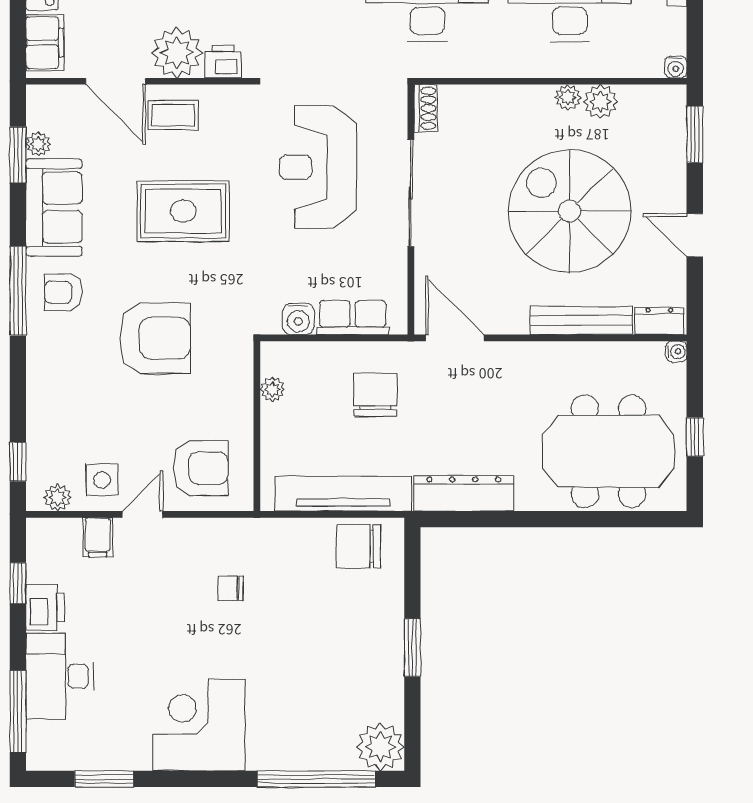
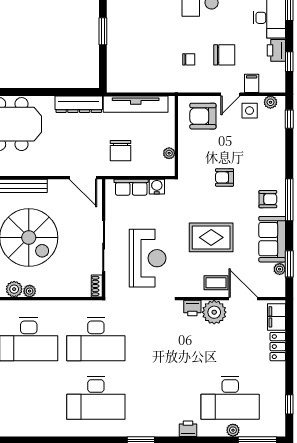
armchair: (155, 338) -> (225, 177), width x0.53, depth x0.53
chair: (359, 546) -> (224, 55), moved

